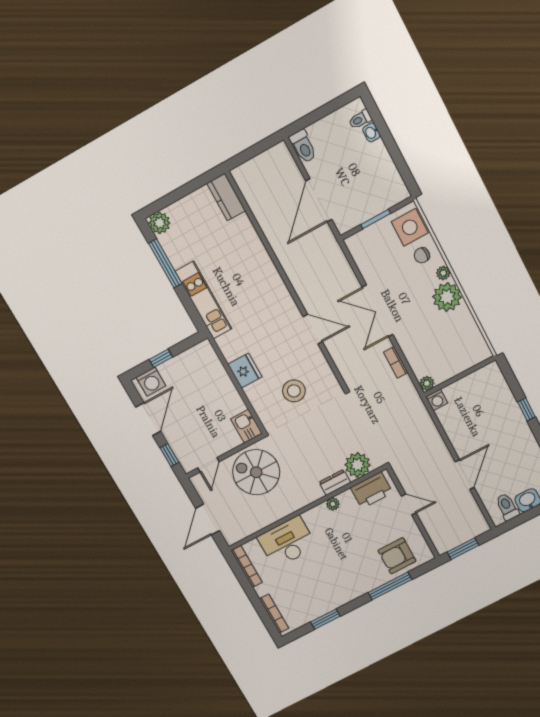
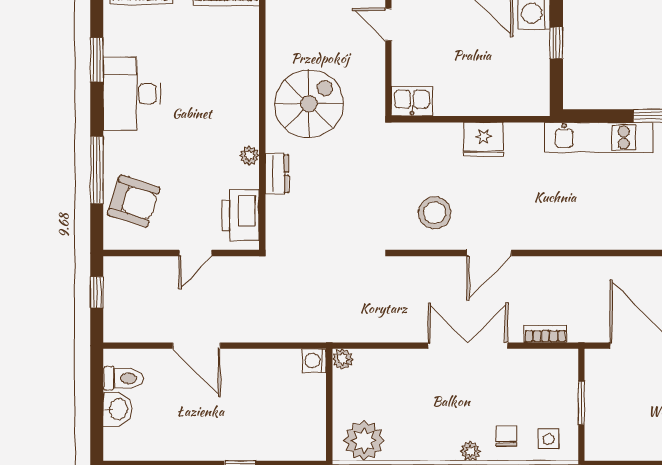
side table: (410, 227) -> (548, 439), width x0.54, depth x0.54
plant: (447, 297) -> (364, 440), moved
bookcase: (396, 362) -> (545, 334), moved
stool: (294, 391) -> (435, 213), moved
plant: (357, 465) -> (284, 215), removed
spiral stairs: (256, 472) -> (309, 104), moved
desk: (287, 542) -> (132, 94), moved, turned 180
window: (463, 549) -> (97, 292), width x0.67
armchair: (397, 556) -> (134, 201), turned 108

